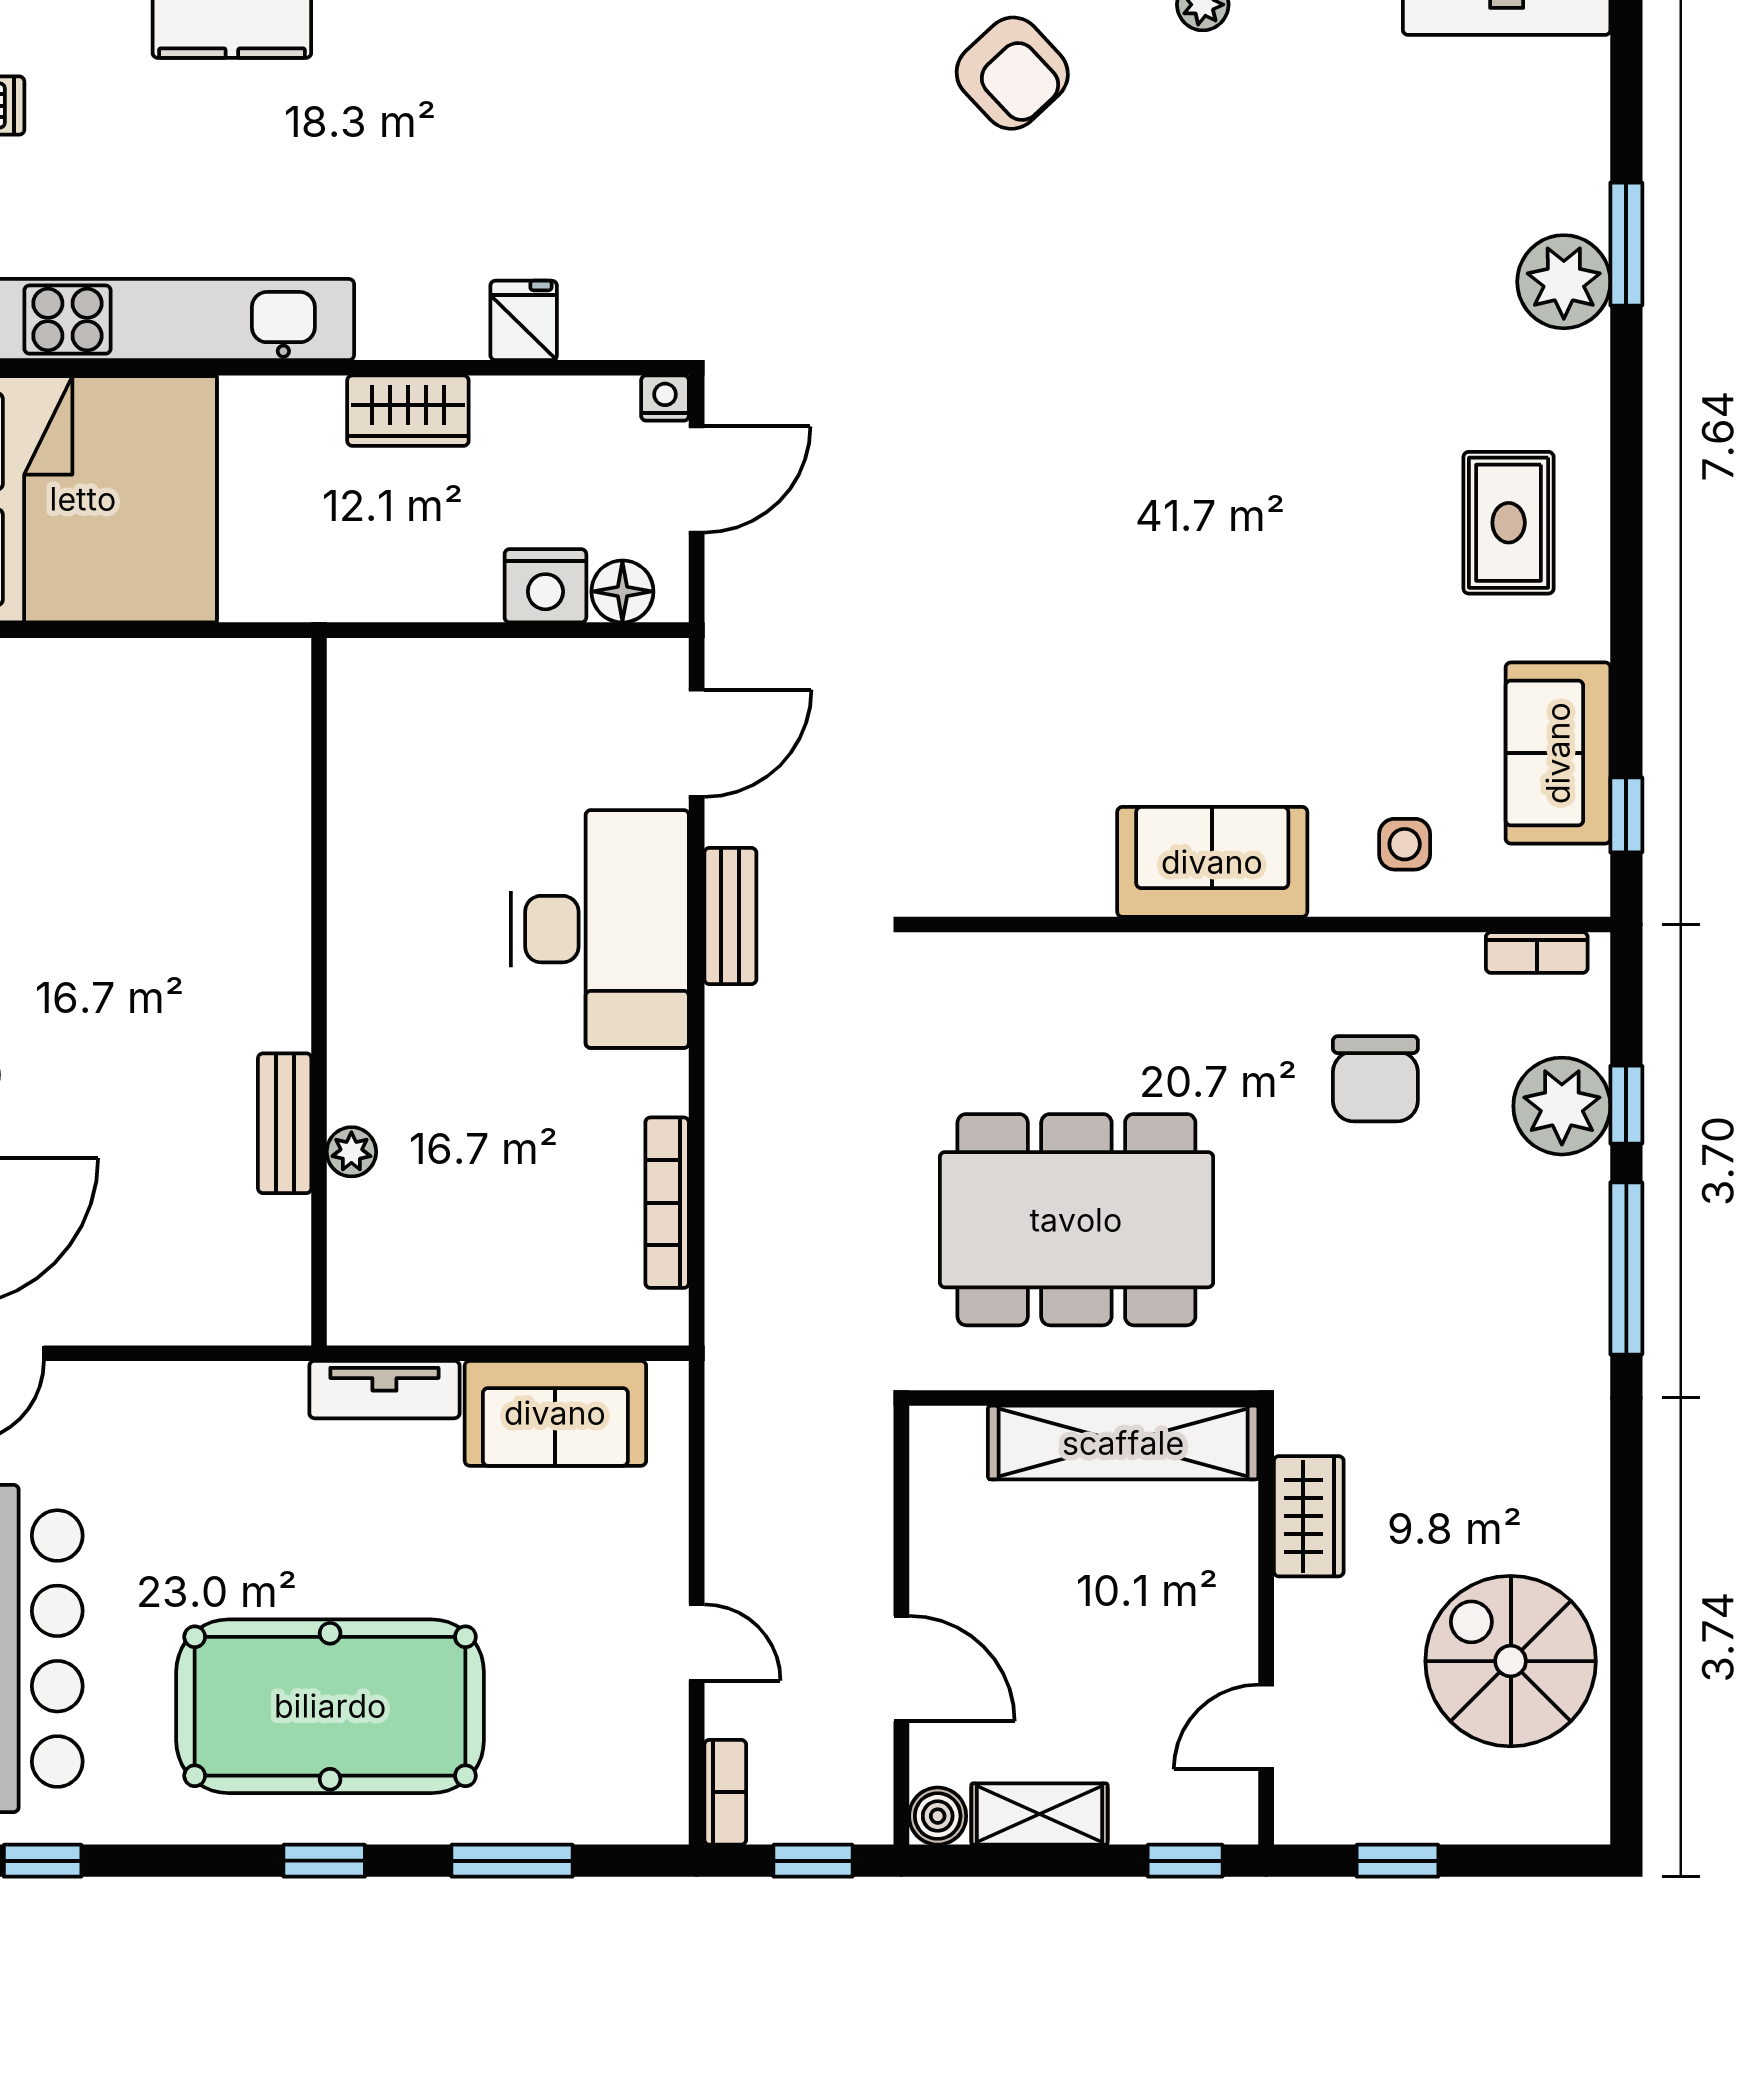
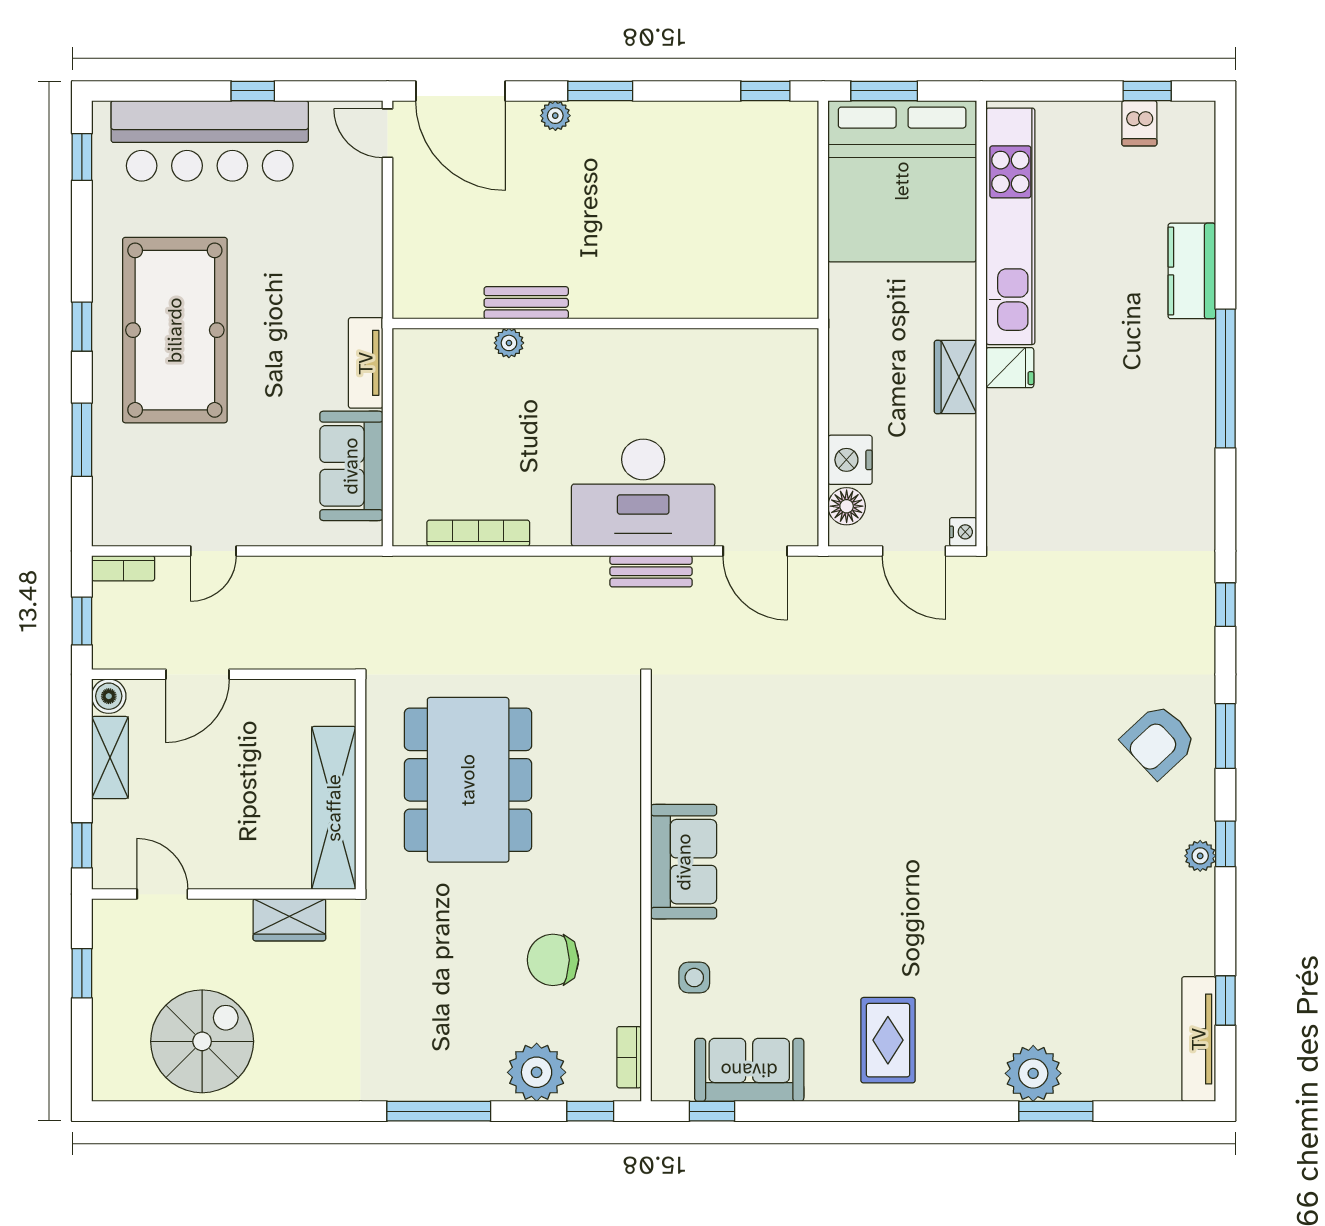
fridge: (524, 320) -> (1010, 368), moved
rug: (1509, 523) -> (888, 1040), turned 90
window: (1626, 1105) -> (590, 1111), moved

